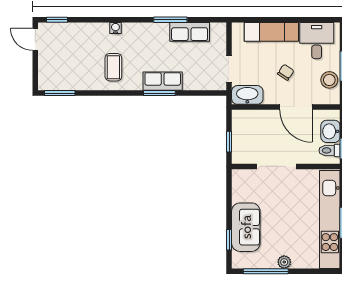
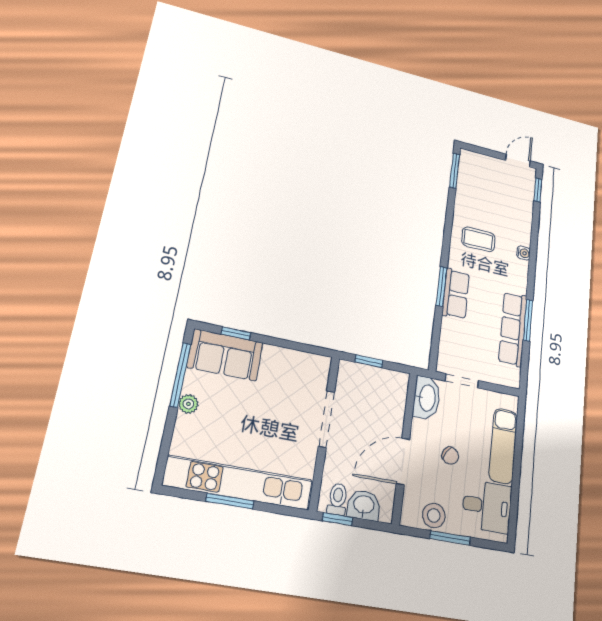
row of seats: (190, 32) -> (513, 329), width x1.48
sofa: (246, 227) -> (225, 355), moved

